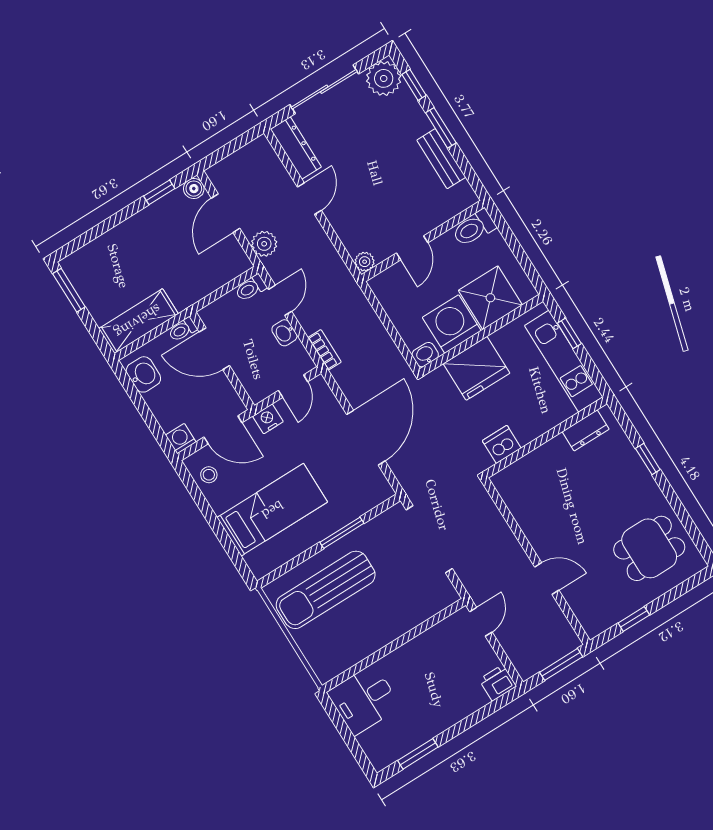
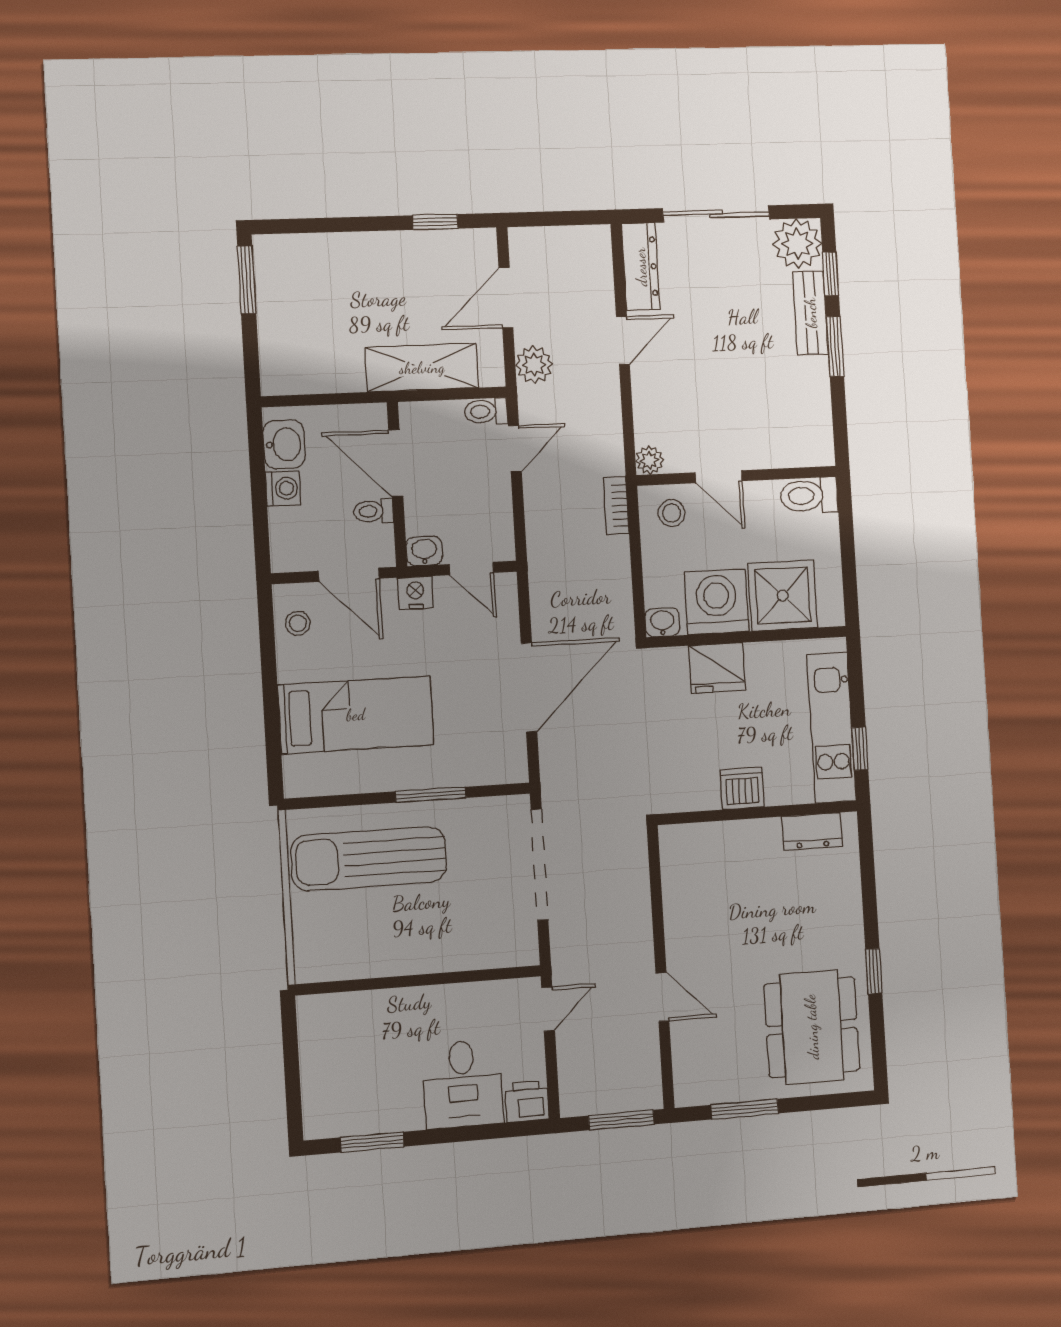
bench: (441, 159) -> (811, 313), moved
boiler: (194, 189) -> (482, 243), removed
door: (412, 248) -> (719, 477), hinge flipped
stool: (395, 286) -> (672, 513), added
shelving: (138, 321) -> (422, 368), moved
toilet: (183, 330) -> (373, 511), moved
washbasin: (284, 333) -> (424, 551), moved, turned 90
window: (569, 333) -> (860, 749), moved
bookcase: (324, 350) -> (616, 506), moved, turned 180
fridge: (477, 368) -> (717, 668), width x0.73, depth x0.75
door: (293, 386) -> (471, 568), hinge flipped
washing machine: (181, 439) -> (283, 488), moved, turned 90
dishwasher: (502, 444) -> (742, 788), moved
window: (648, 459) -> (874, 971), moved
dining table: (649, 548) -> (812, 1027), width x1.38
window: (634, 619) -> (745, 1109), width x1.50
desk: (364, 700) -> (463, 1084), moved, turned -90

